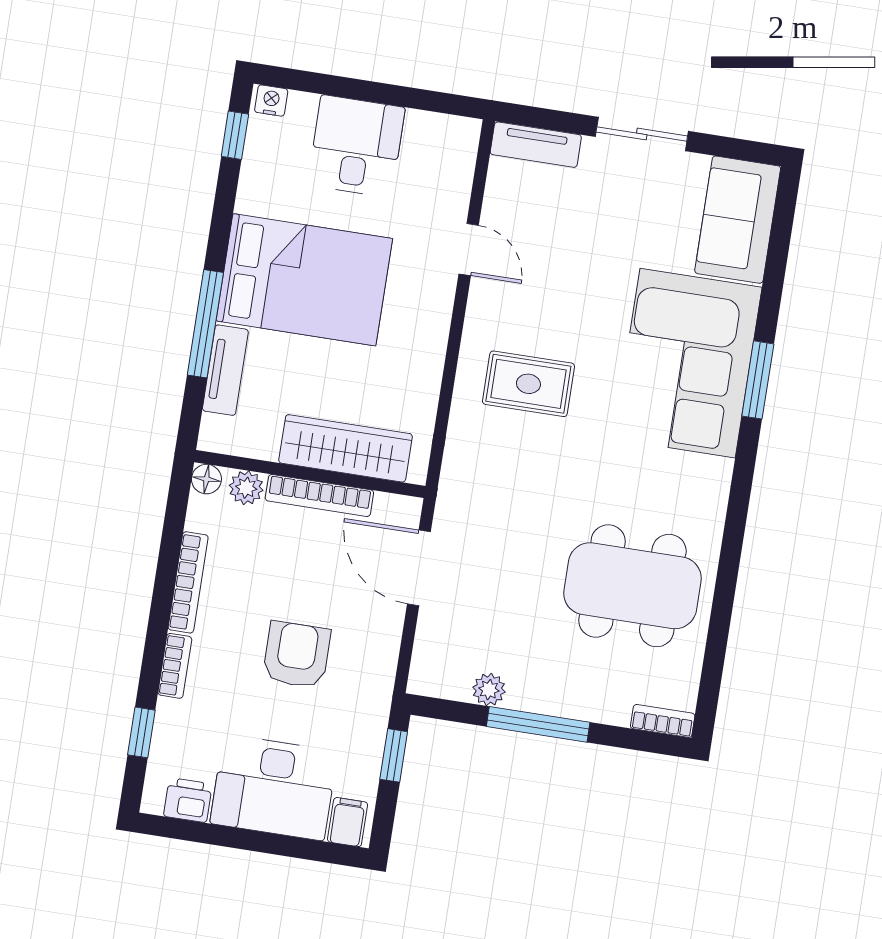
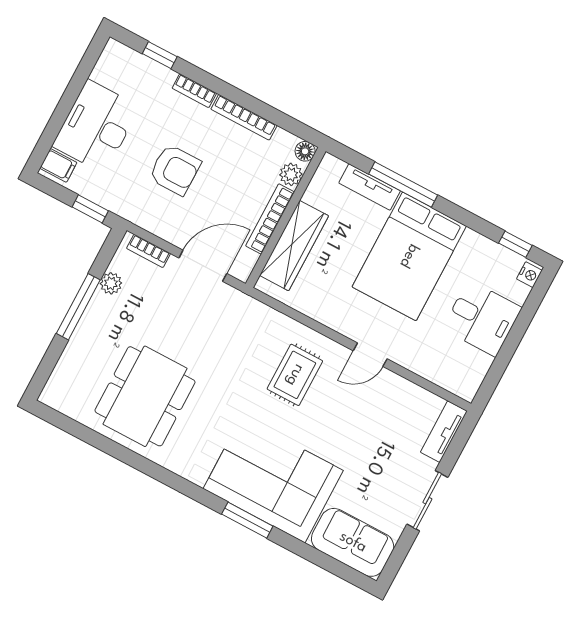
door: (469, 250) -> (370, 355), moved
bookcase: (663, 721) -> (149, 251), moved, turned 90
printer: (188, 800) -> (107, 70), removed

